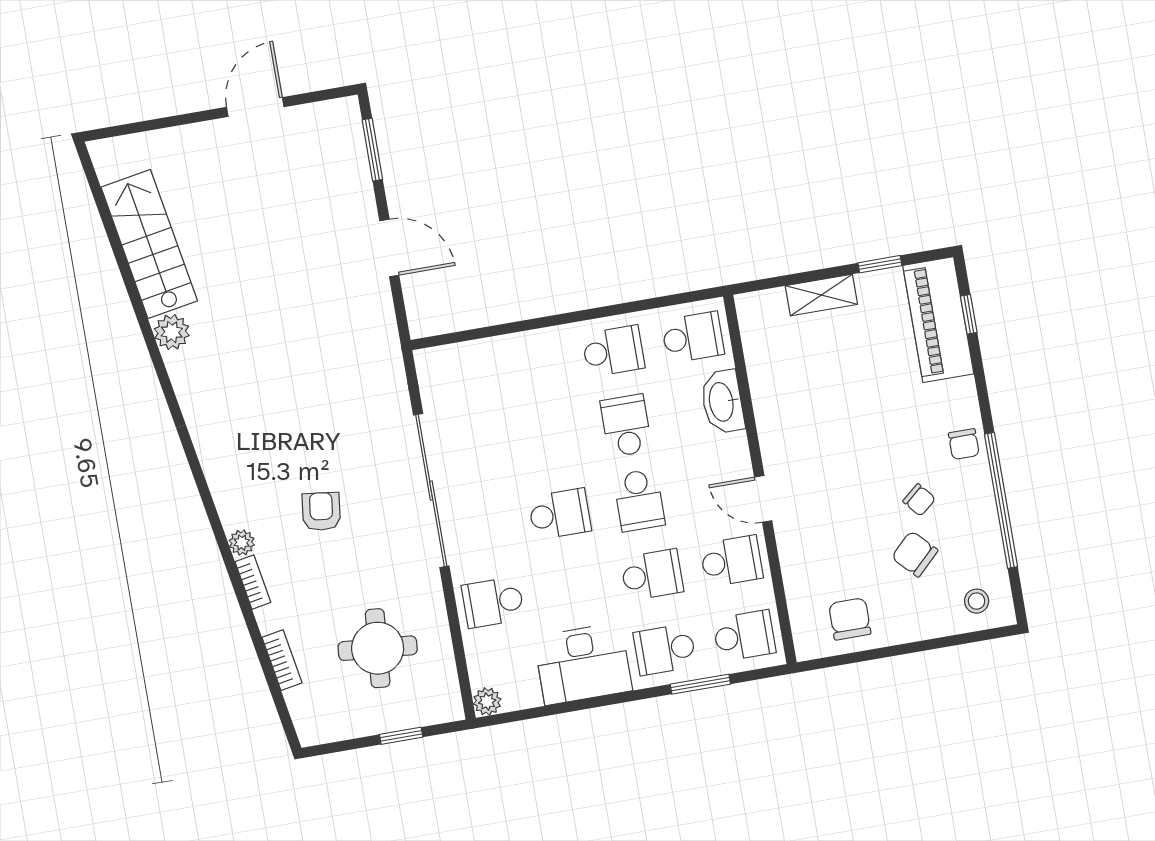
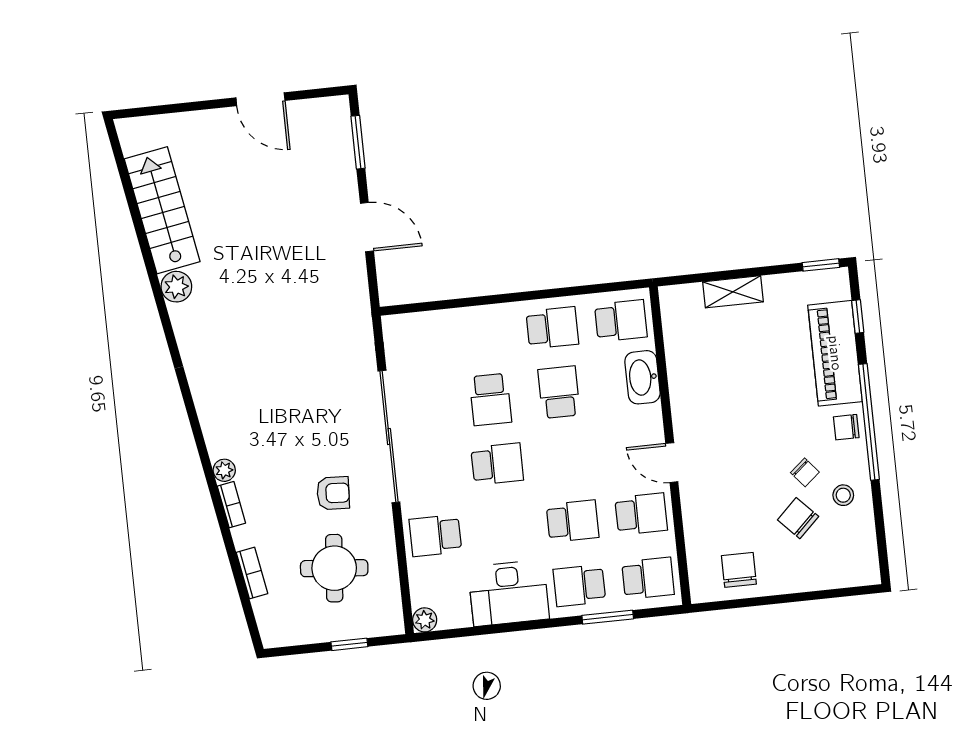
door: (255, 107) -> (260, 99), swing flipped
window: (880, 264) -> (821, 265), moved
piano: (938, 320) -> (835, 353), moved
chair: (964, 444) -> (846, 427), turned 90
school desk: (639, 500) -> (490, 399), moved
window: (1001, 500) -> (869, 422), moved
armchair: (321, 511) -> (333, 493), moved, turned 86
stool: (977, 601) -> (843, 495), moved

